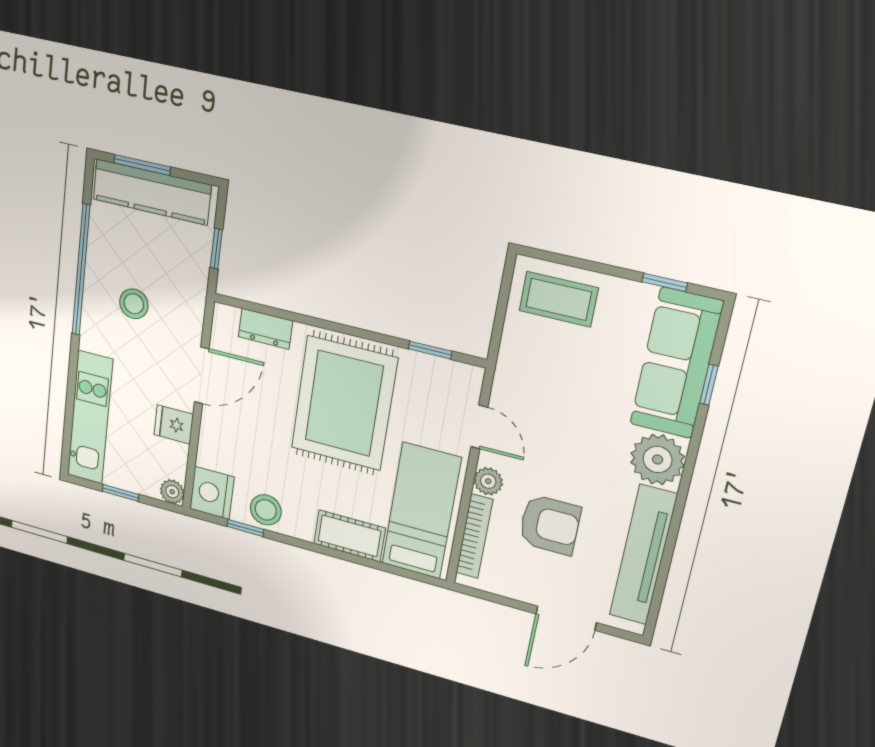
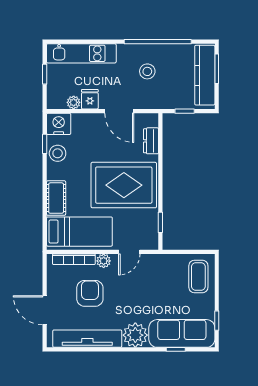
plant: (172, 492) -> (74, 102), moved
armchair: (550, 525) -> (90, 293), turned 180

